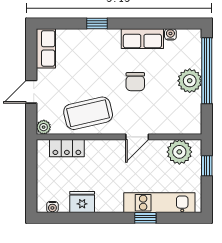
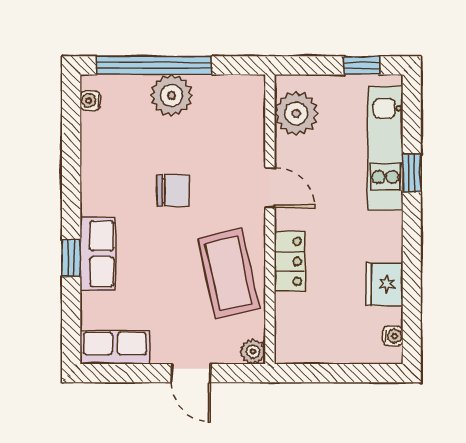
water cooler: (170, 34) -> (90, 101), moved
row of seats: (142, 39) -> (98, 254), moved
locker: (67, 148) -> (290, 261), moved
window: (207, 166) -> (362, 65), moved

